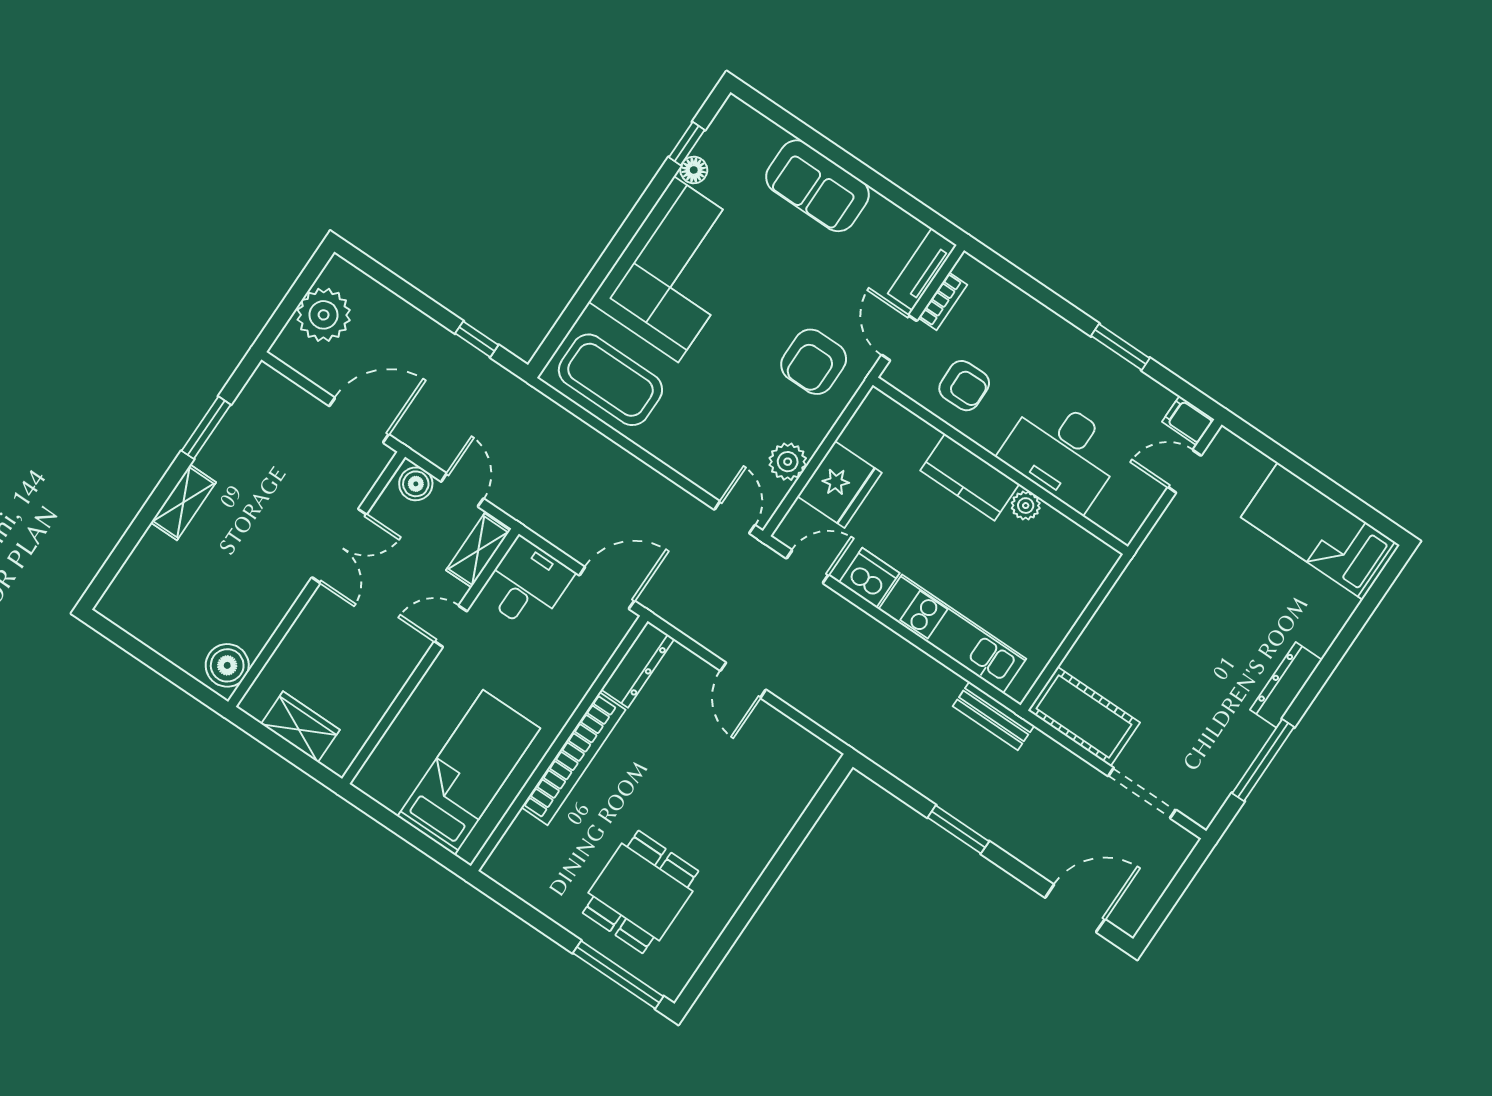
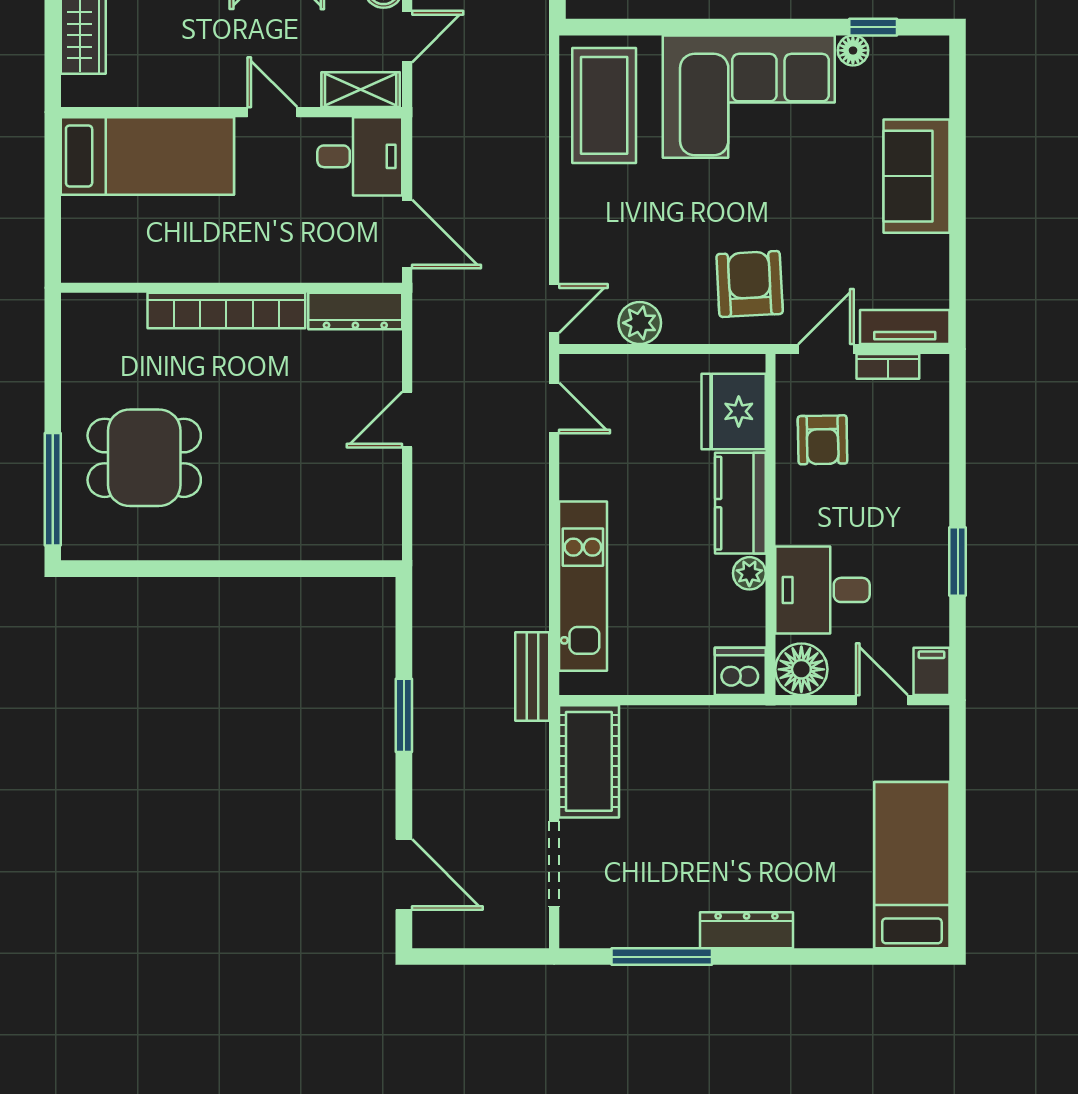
armchair: (814, 362) -> (750, 284), turned 87
desk: (1062, 452) -> (823, 590), width x0.73
fridge: (840, 484) -> (734, 411), moved, turned 90
floor lamp: (1122, 515) -> (801, 669), added
dishwasher: (869, 578) -> (740, 671), moved, turned -90
bed: (469, 772) -> (147, 156), moved

